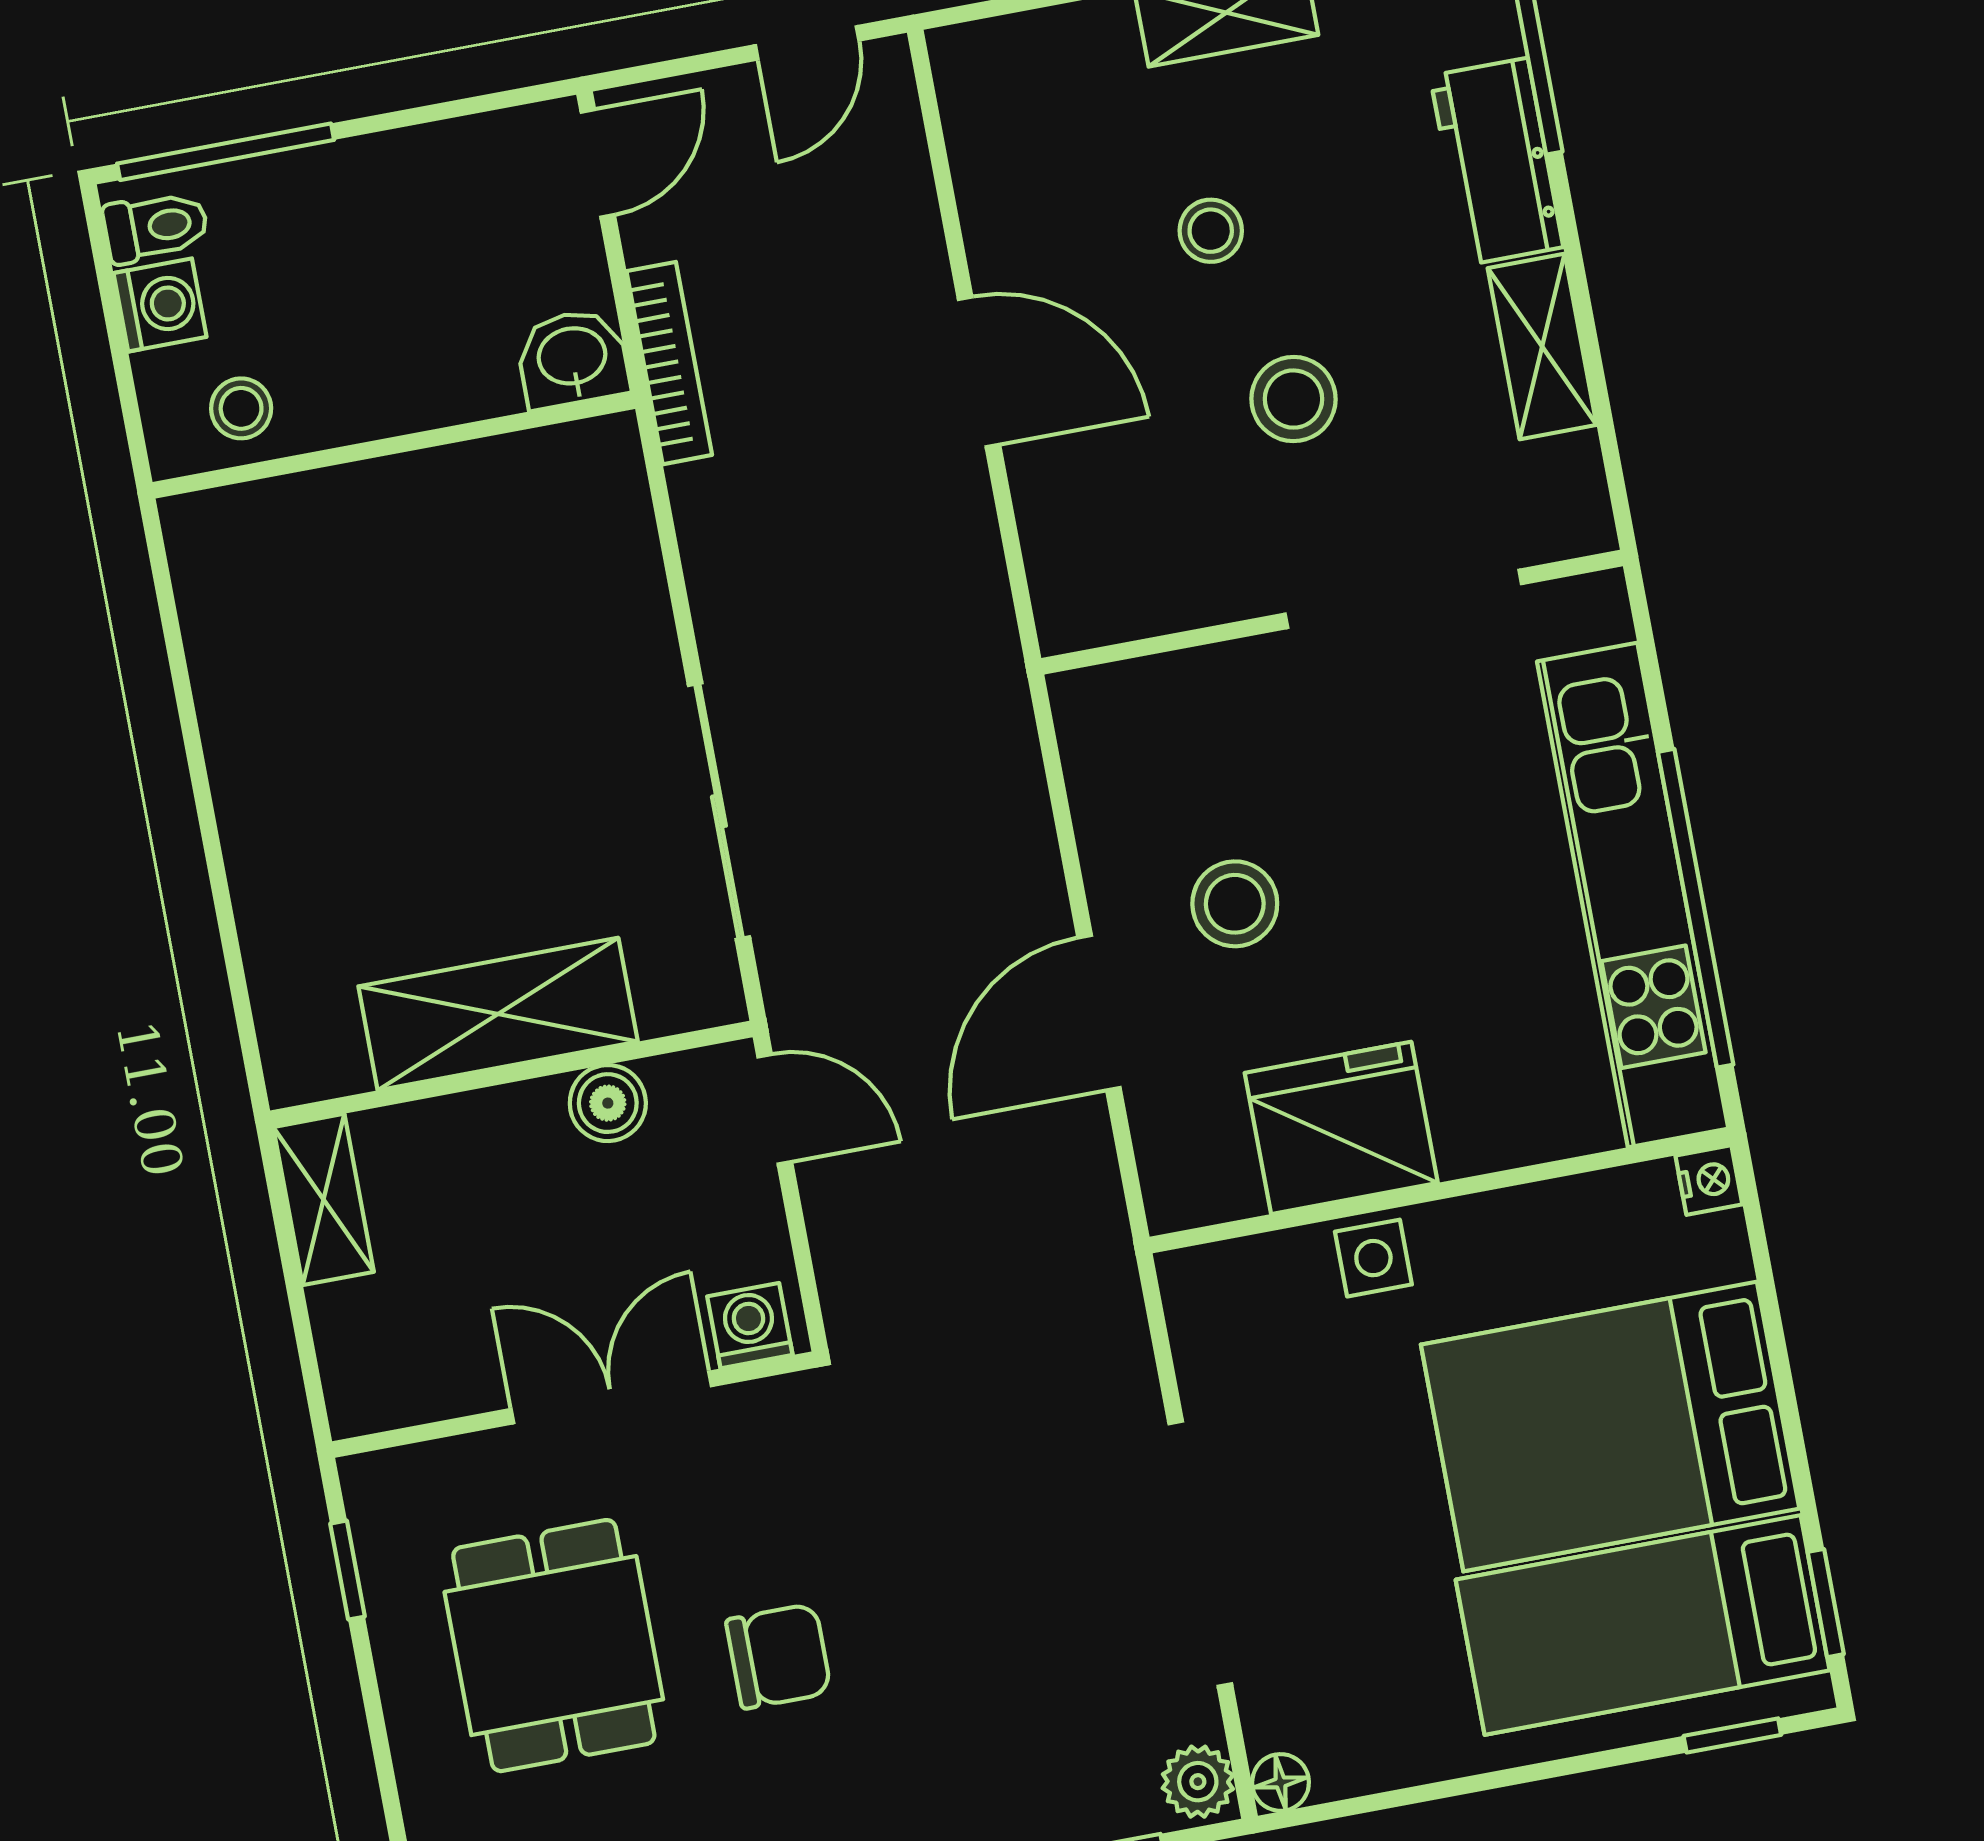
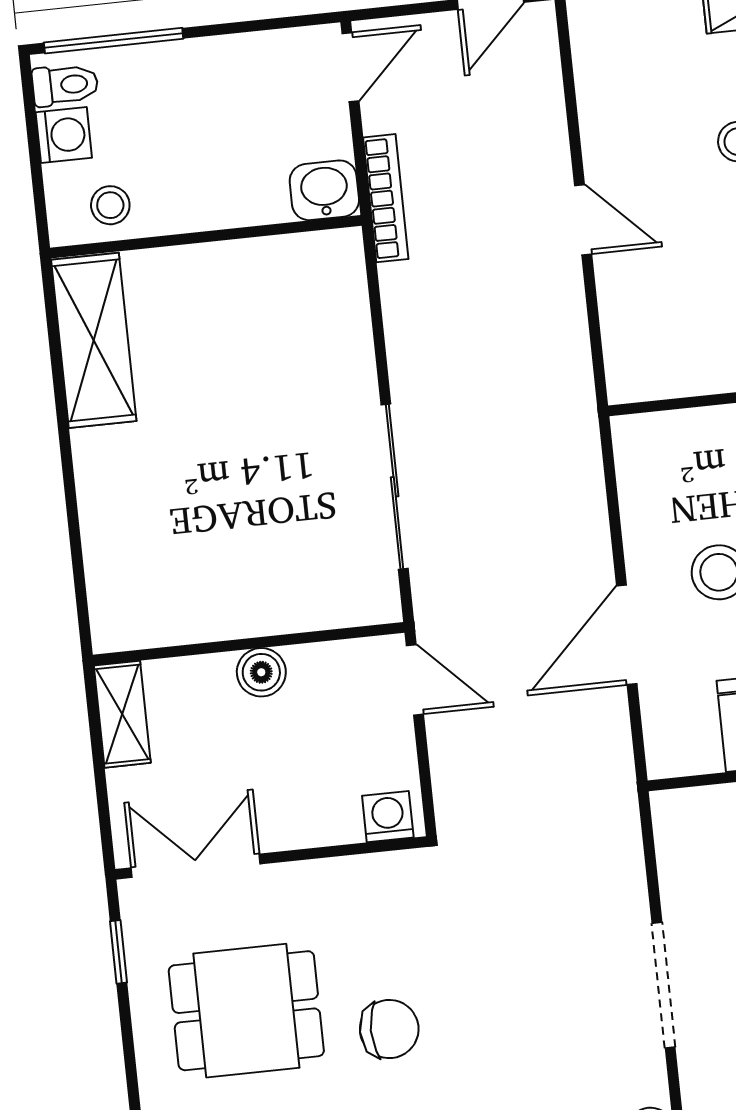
door: (979, 372) -> (583, 220), width x0.73
shelving: (498, 1014) -> (94, 340), moved, turned 90
boiler: (608, 1103) -> (261, 672), moved
double door: (611, 1397) -> (196, 866), moved
doorway: (1200, 1554) -> (664, 985), width x0.73
dining table: (554, 1646) -> (246, 1011), turned 90

